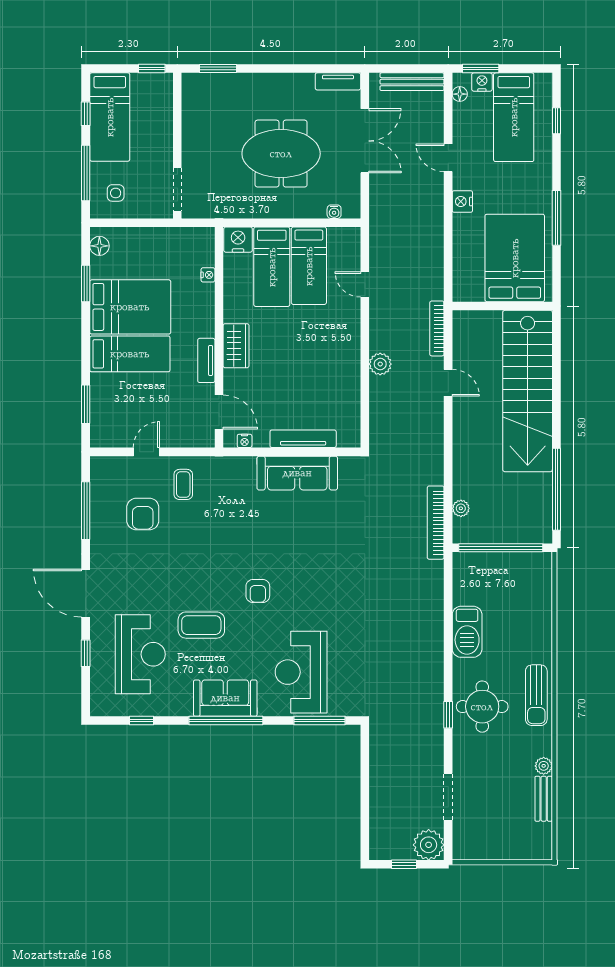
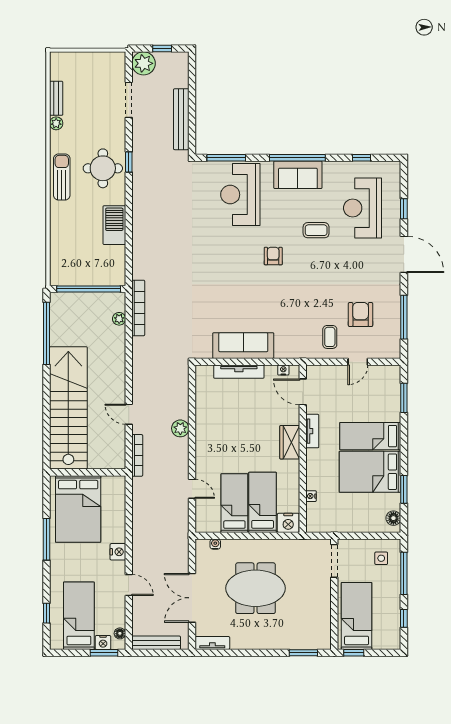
bed: (110, 117) -> (357, 616), moved
coffee table: (201, 625) -> (316, 230), width x0.73, depth x0.77
reception desk: (301, 672) -> (240, 195), turned 180
bench: (379, 771) -> (181, 119), added

